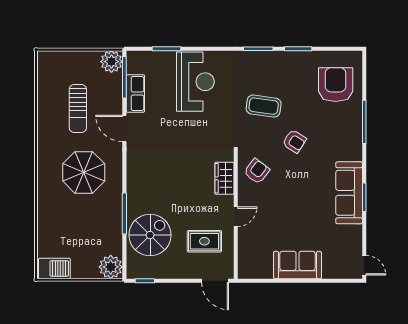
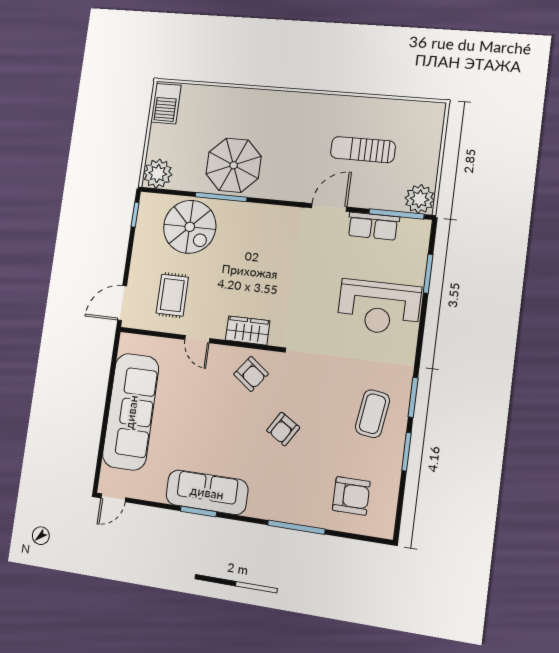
armchair: (336, 85) -> (351, 496), width x0.73, depth x0.73
coffee table: (264, 106) -> (372, 414), moved
parasol: (84, 172) -> (234, 165), moved
sofa: (297, 265) -> (131, 412), width x1.85, depth x1.27

